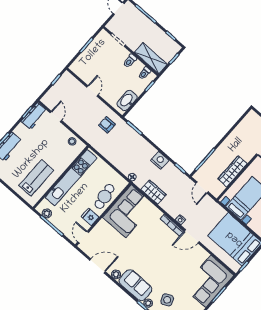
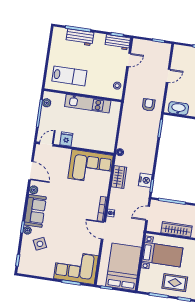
nightstand: (160, 160) -> (145, 180), moved
kitchen unit: (71, 178) -> (88, 104), width x0.73
cafe table: (104, 196) -> (90, 140), removed

